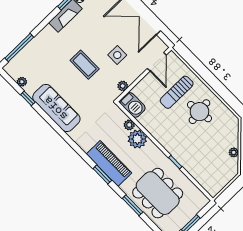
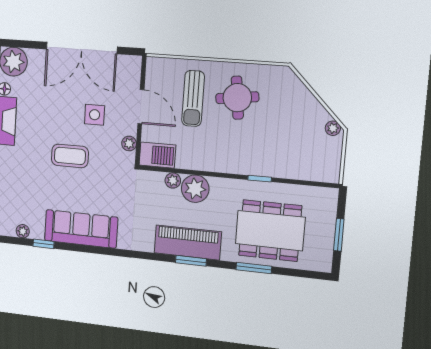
door: (157, 62) -> (141, 107), moved
plant: (234, 152) -> (333, 128), moved

